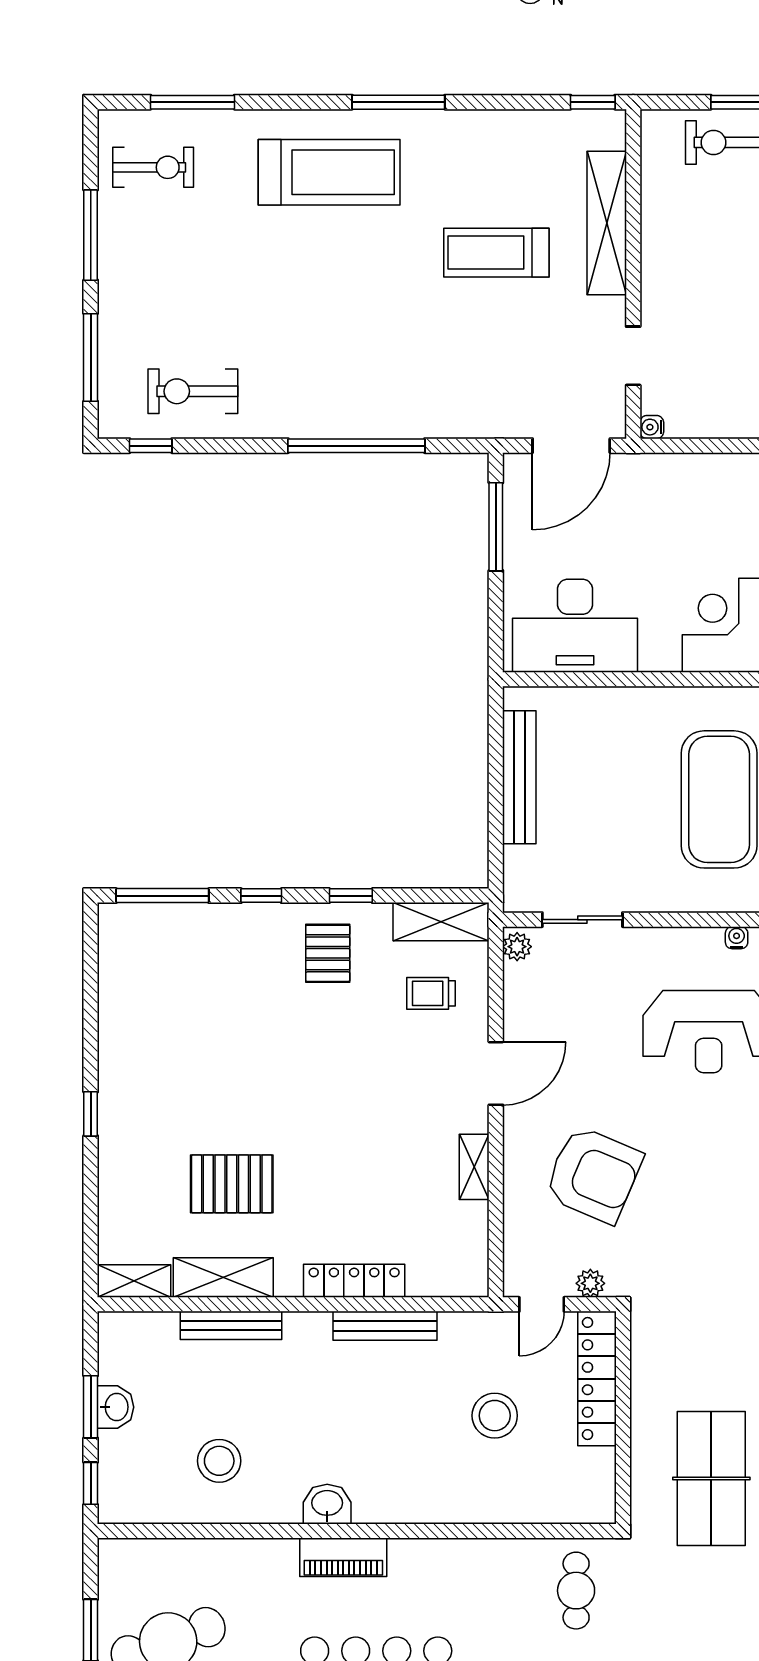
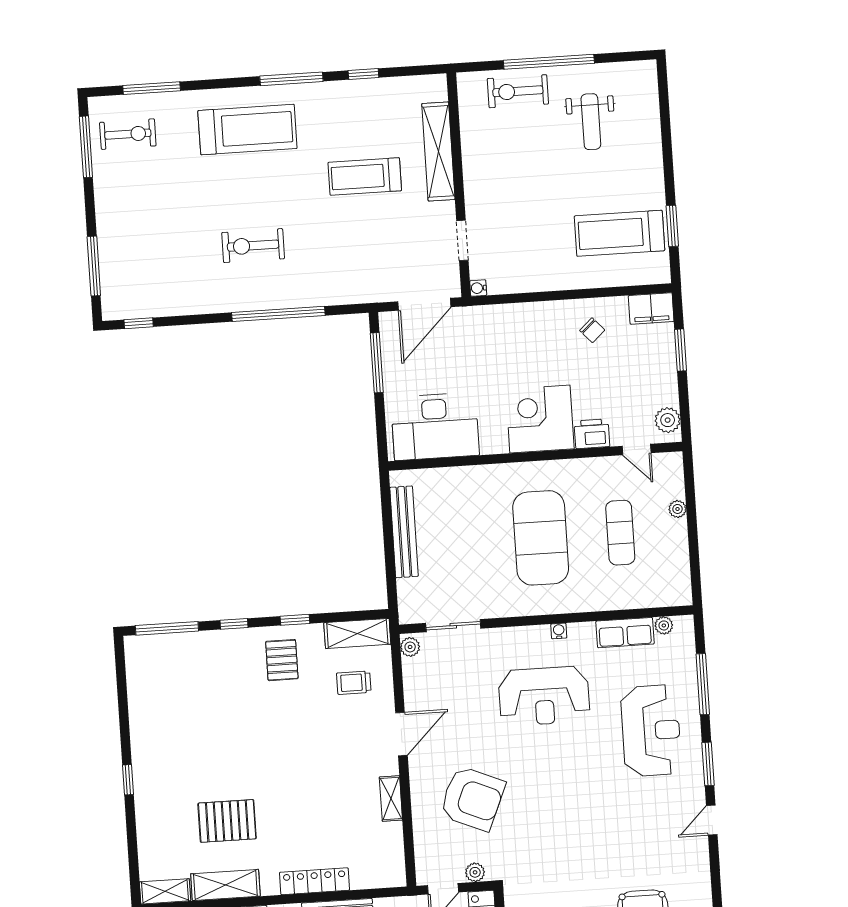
window: (593, 102) -> (363, 74), moved
window: (91, 235) -> (86, 147), moved
exercise bike: (193, 391) -> (253, 246), moved

